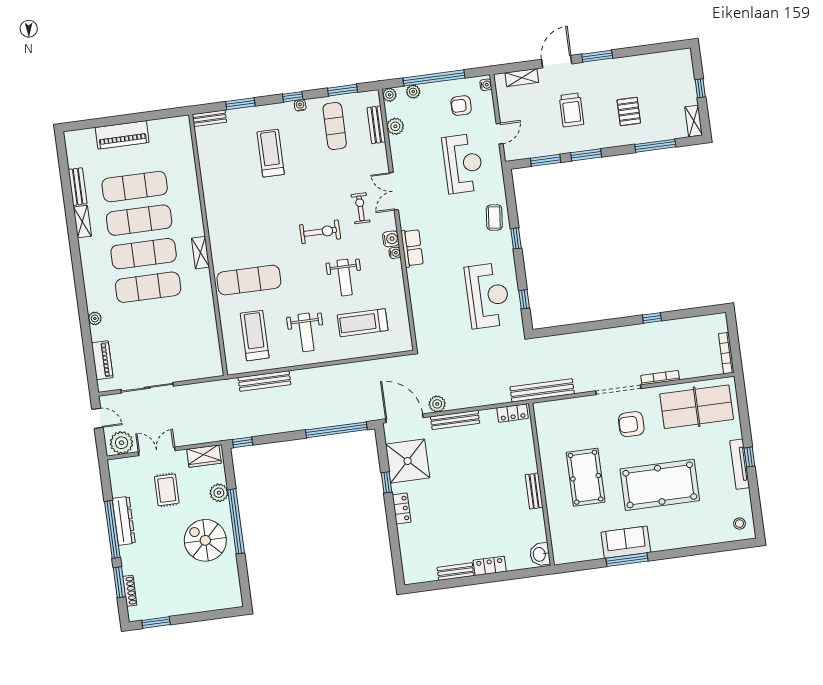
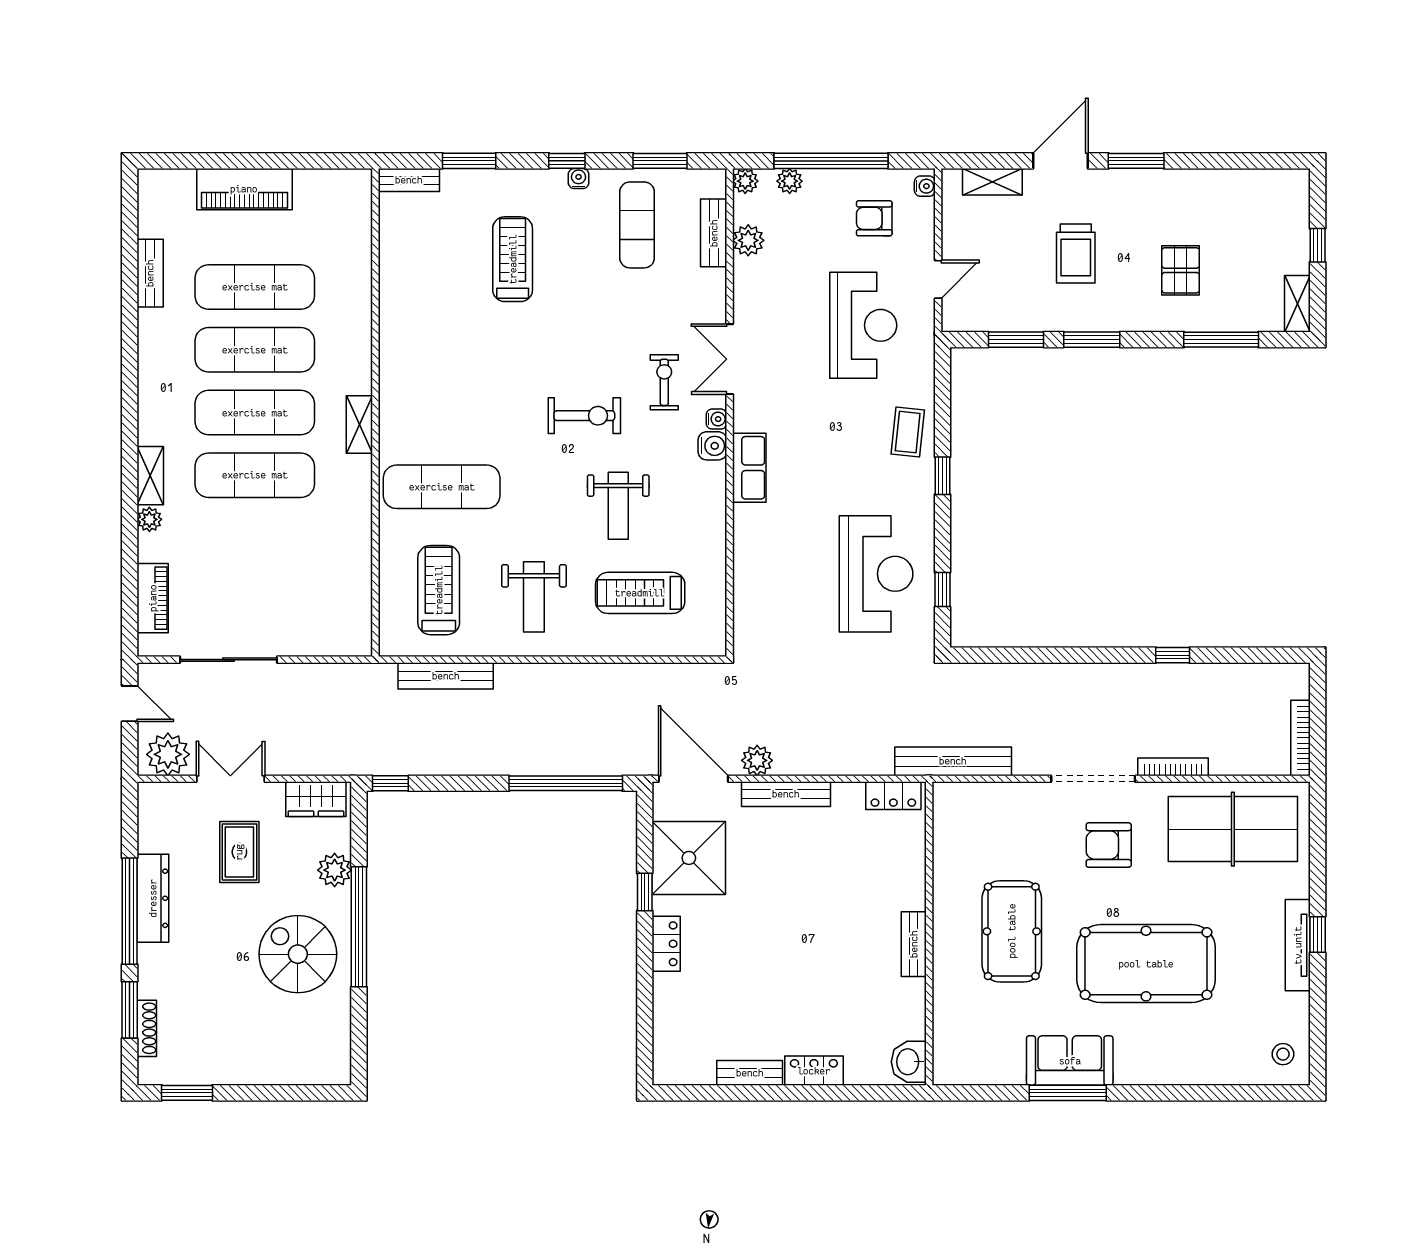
shelving: (82, 222) -> (150, 476), moved
water cooler: (395, 253) -> (716, 419), moved

